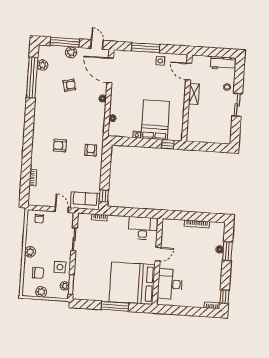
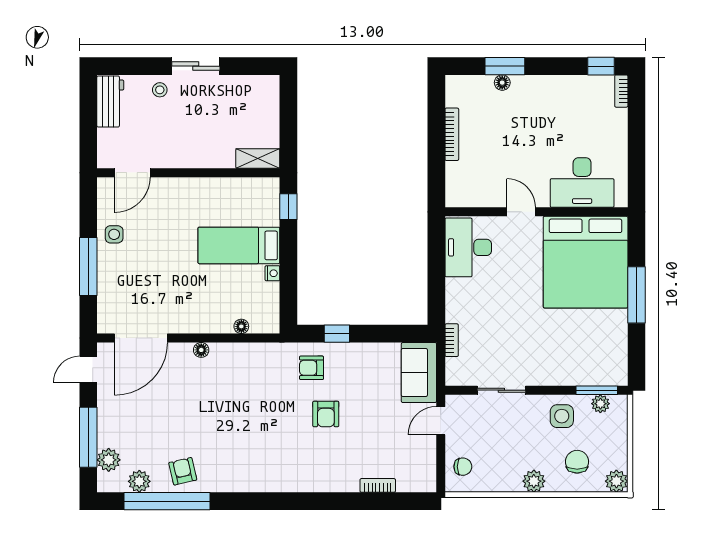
plant: (71, 52) -> (109, 460), moved
armchair: (69, 85) -> (183, 471), moved
shelving: (194, 94) -> (258, 158), moved
bed: (155, 120) -> (239, 245), width x0.67
armchair: (60, 145) -> (326, 414), moved
window: (104, 196) -> (337, 334), moved
plant: (41, 292) -> (616, 481), moved

